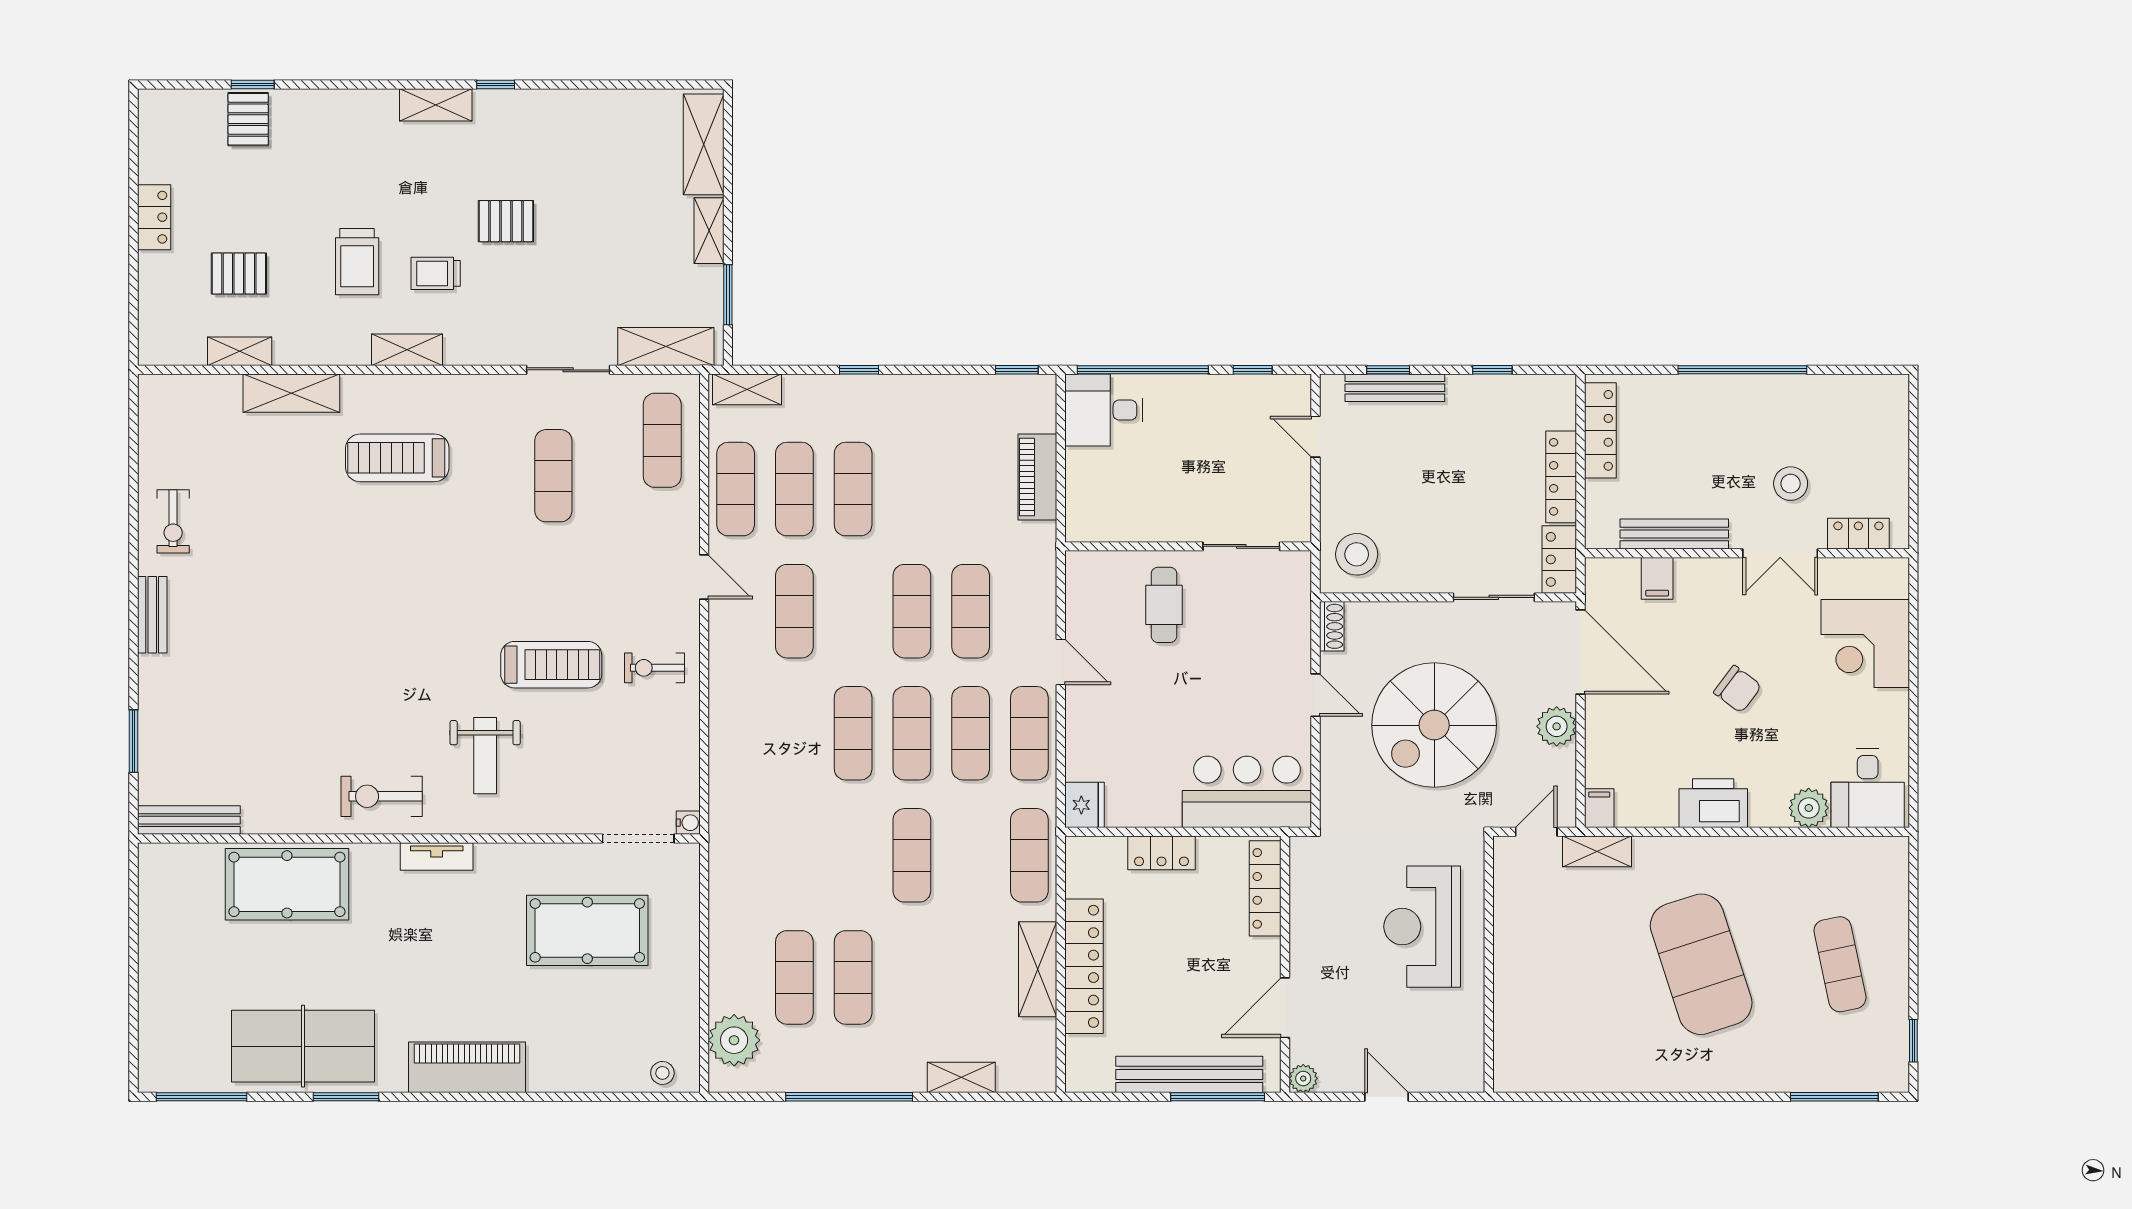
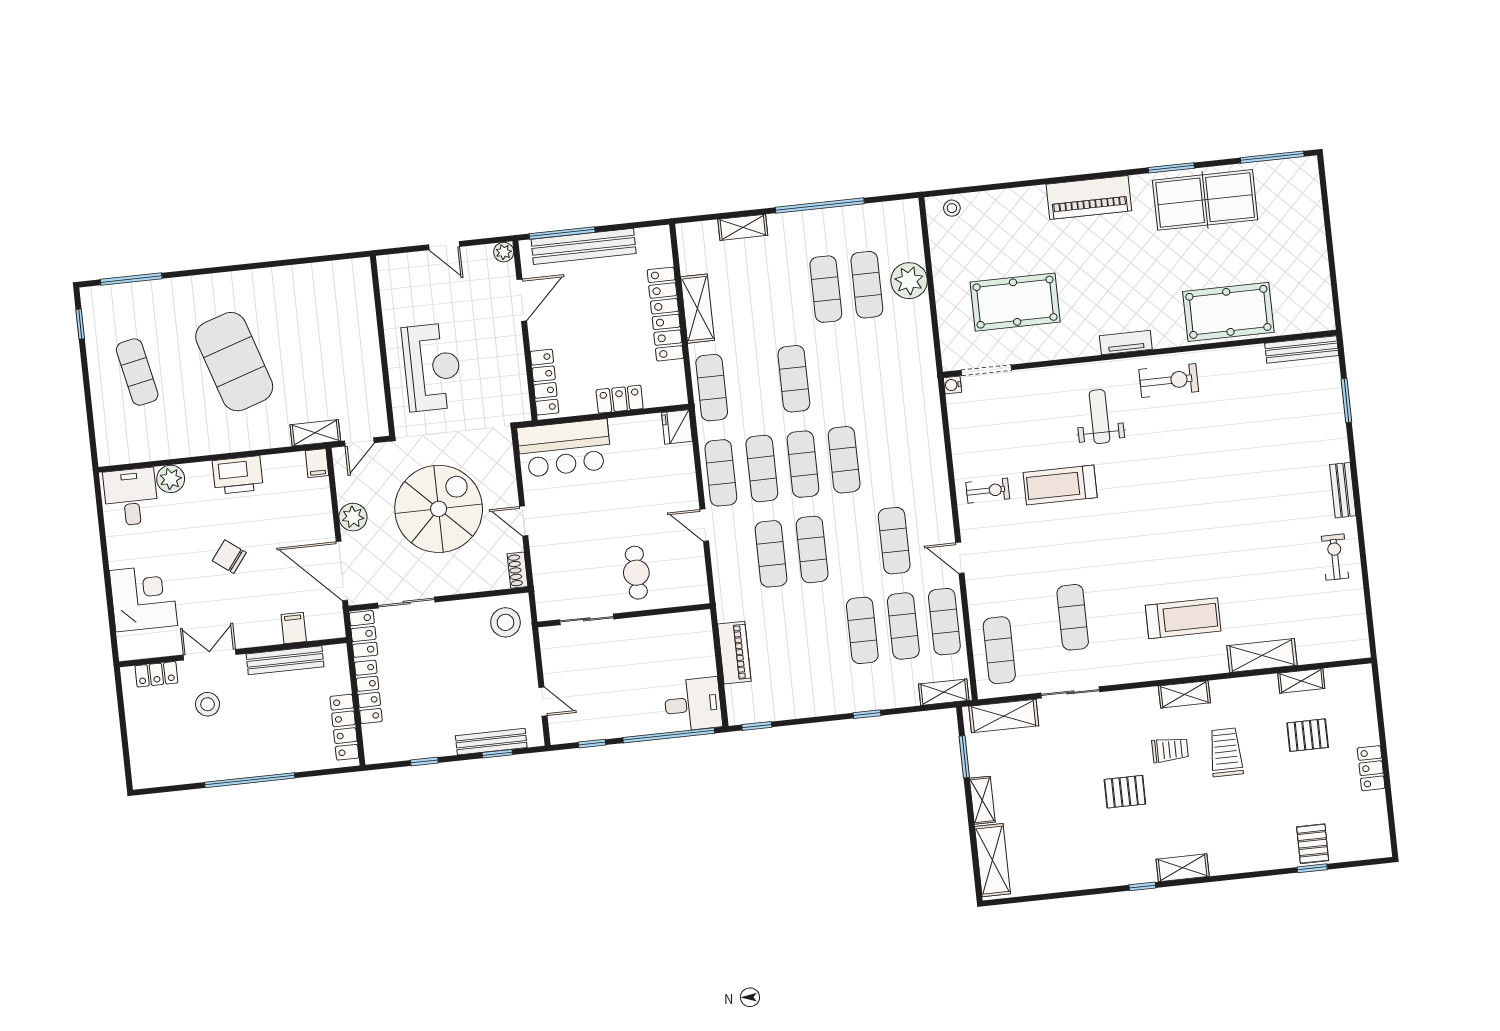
plant: (734, 1040) -> (909, 281), moved

